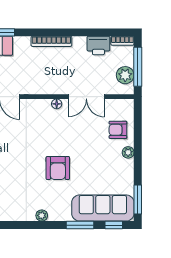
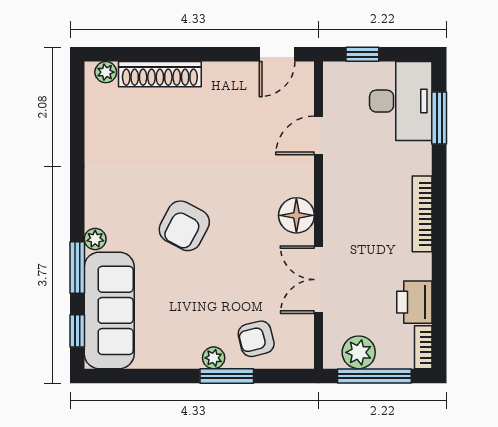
floor lamp: (57, 104) -> (296, 215), width x1.89, depth x1.89
armchair: (118, 130) -> (256, 339), turned -104
armchair: (58, 168) -> (184, 226), turned -62
window: (138, 200) -> (227, 376), moved
plant: (42, 215) -> (95, 239), moved

